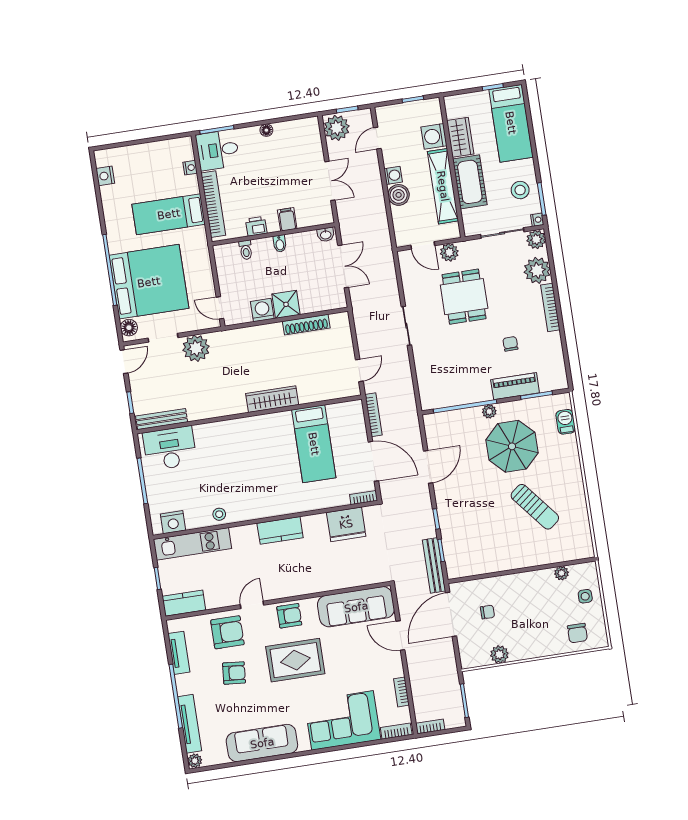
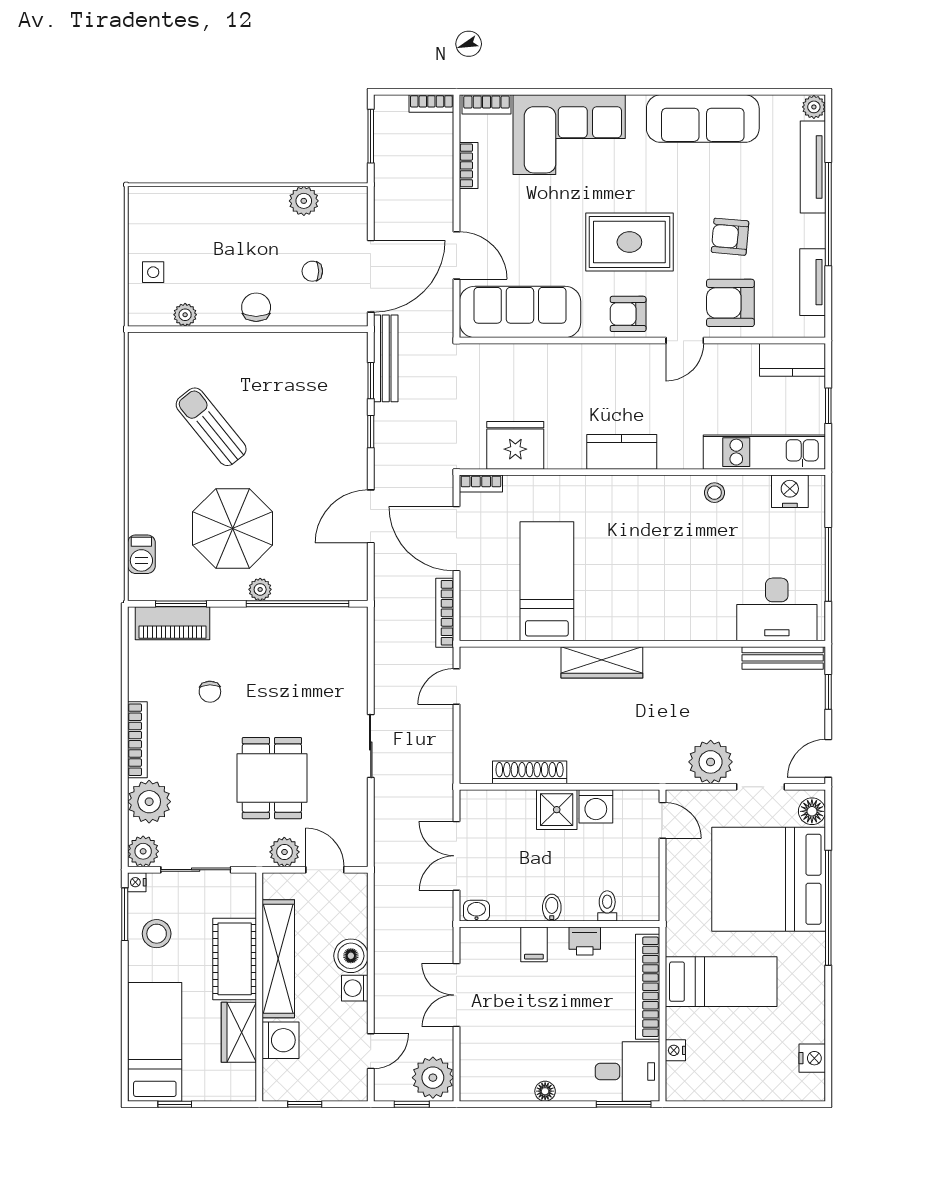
piano: (515, 386) -> (172, 623), moved
chair: (577, 633) -> (256, 307), moved

